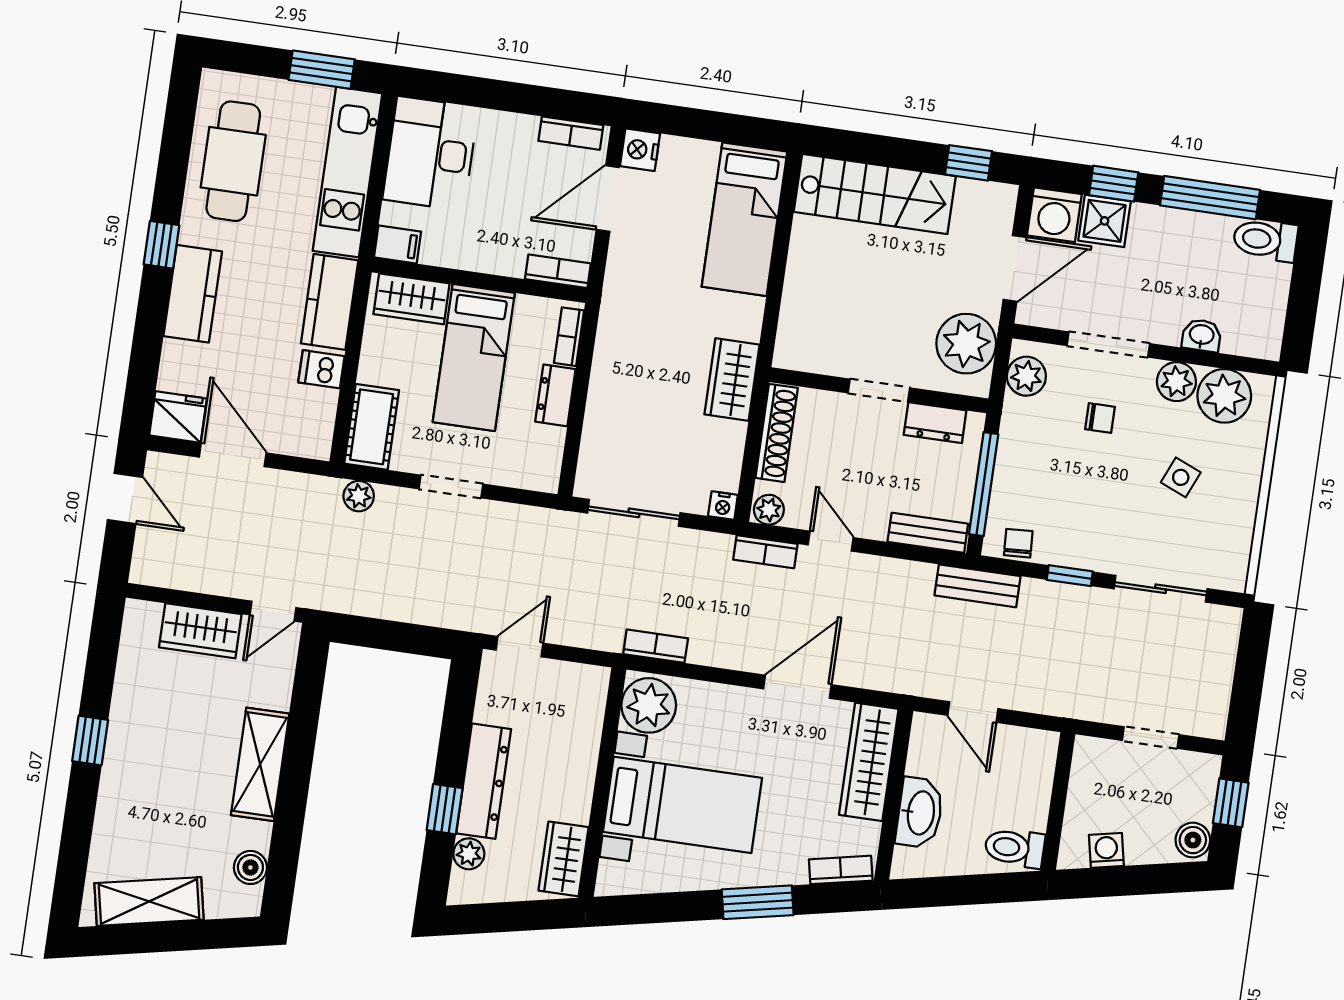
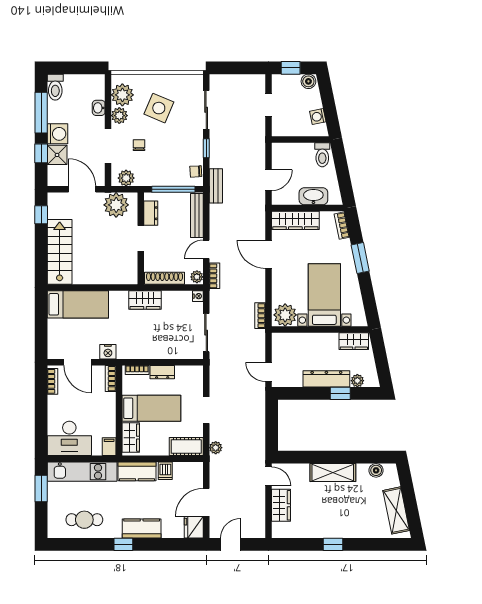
nightstand: (640, 150) -> (108, 352), moved
cafe table: (233, 161) -> (84, 520), width x0.73, depth x0.74
washing machine: (1054, 215) -> (57, 134), moved
side table: (1181, 477) -> (159, 108), width x1.87, depth x1.87
bench: (928, 533) -> (197, 215), width x1.36

